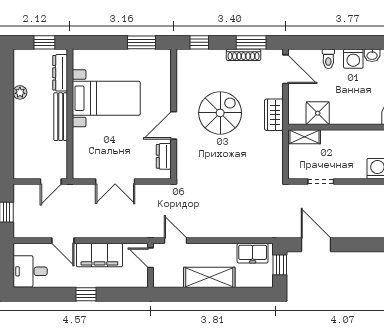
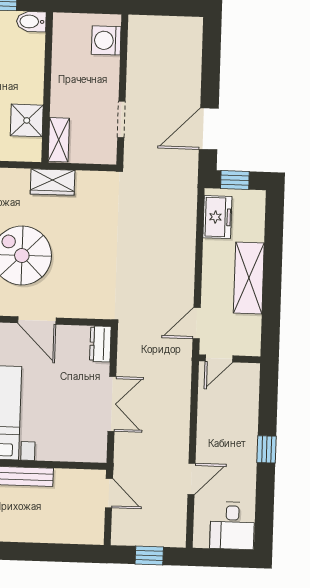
wardrobe: (274, 115) -> (53, 182), moved
dresser: (164, 156) -> (100, 344), moved, turned 90
filing cabinet: (99, 255) -> (213, 429), removed

